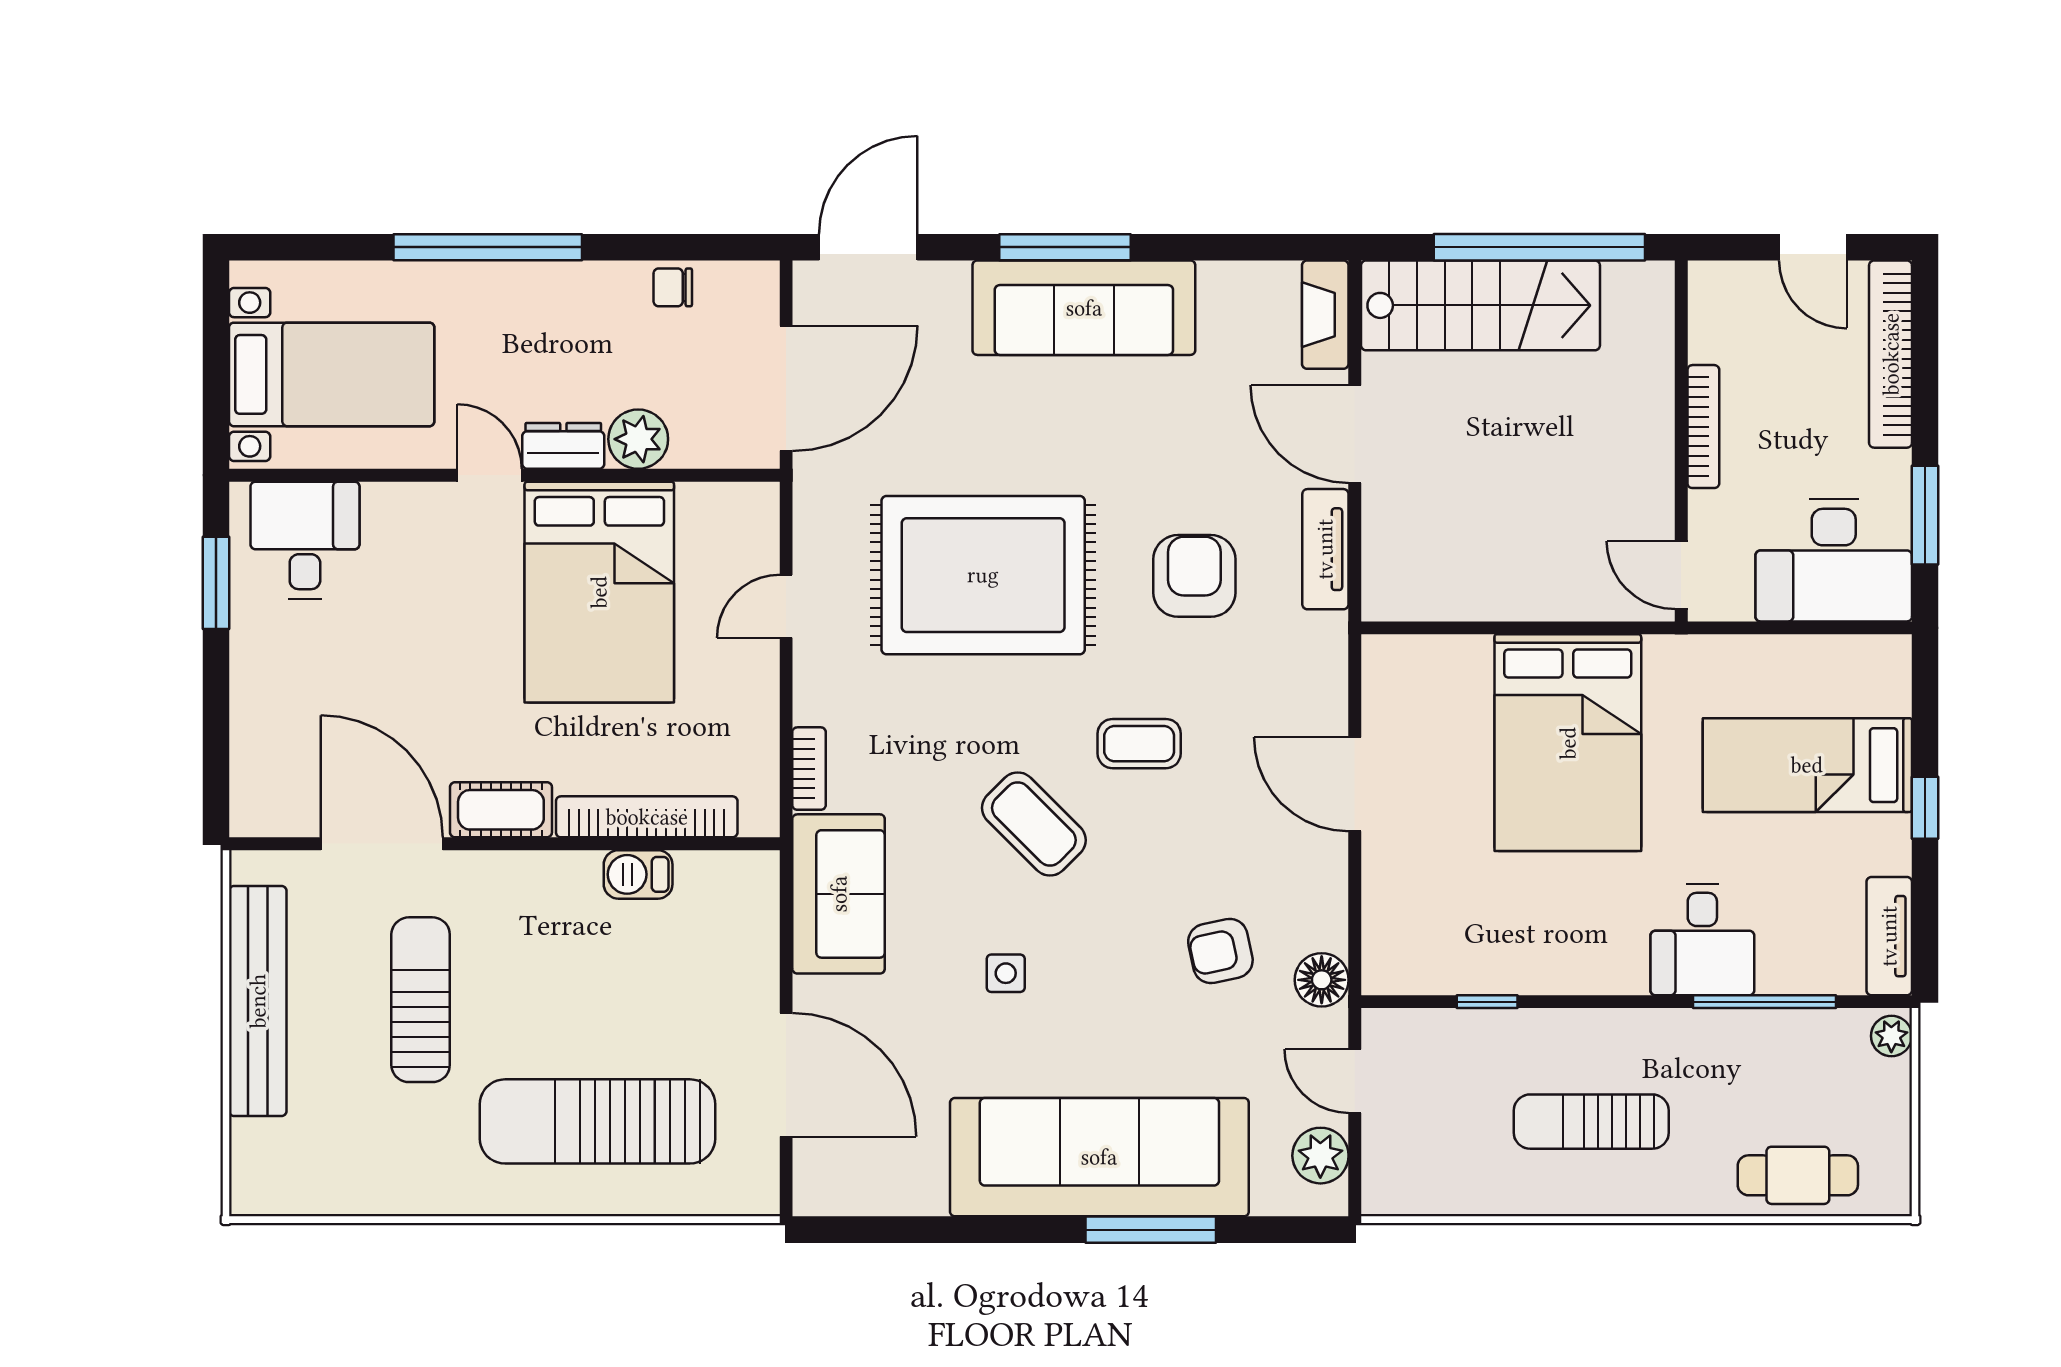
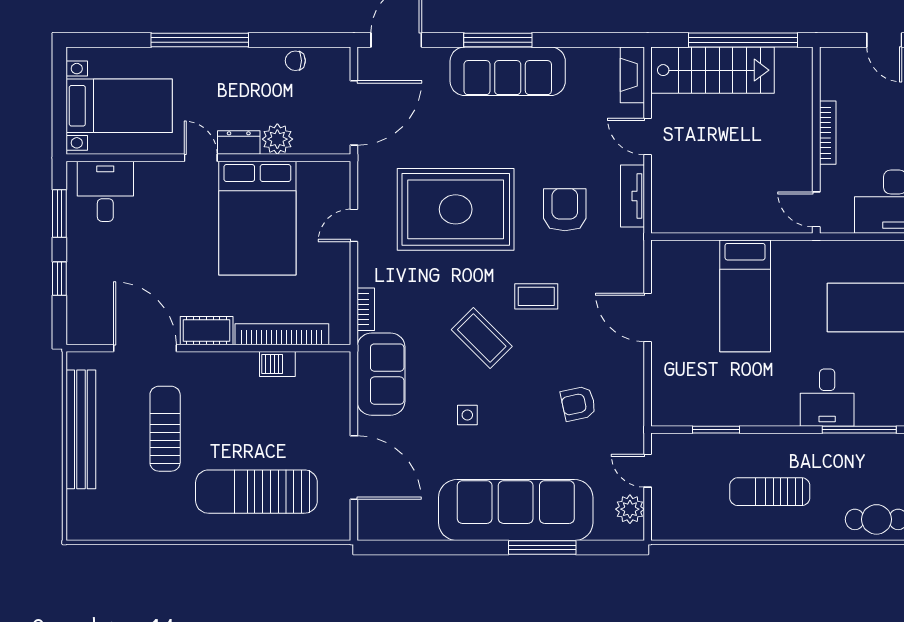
door: (1355, 434) -> (648, 137), width x0.73
window: (216, 709) -> (59, 279), added
bed: (1568, 743) -> (745, 296), width x0.67
floor lamp: (1322, 980) -> (631, 418), removed
window: (1487, 1002) -> (716, 430), width x1.50

